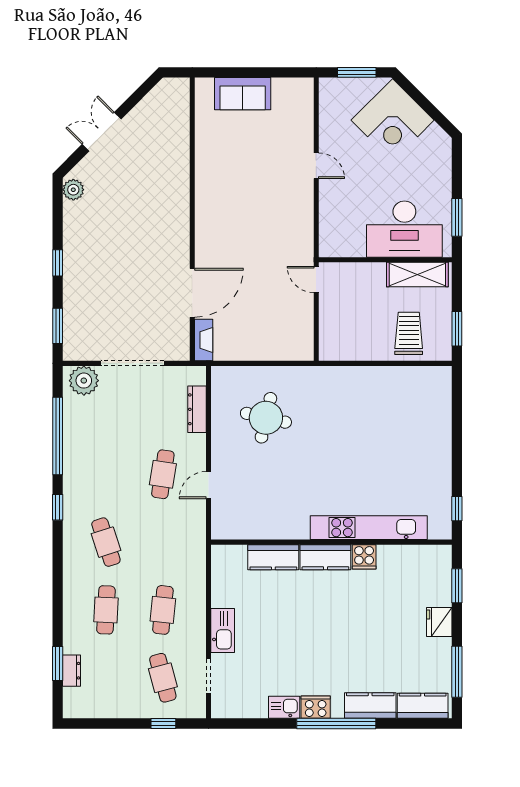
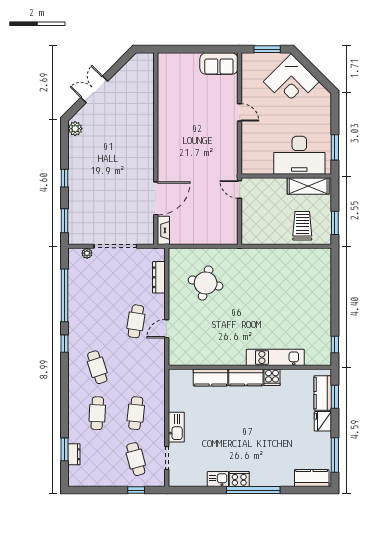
sofa: (243, 94) -> (219, 64), moved
plant: (84, 381) -> (87, 253), width x0.53, depth x0.53
kitchen unit: (369, 528) -> (275, 357), width x0.73
kitchen counter: (370, 706) -> (323, 393), moved, turned -90

